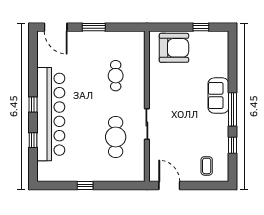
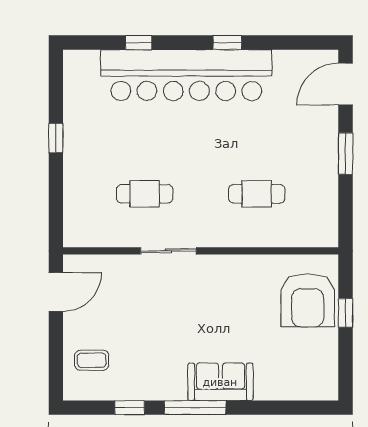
window: (201, 27) -> (346, 313), moved
window: (33, 104) -> (227, 42), moved
cafe table: (116, 137) -> (145, 194), width x0.73, depth x0.74

